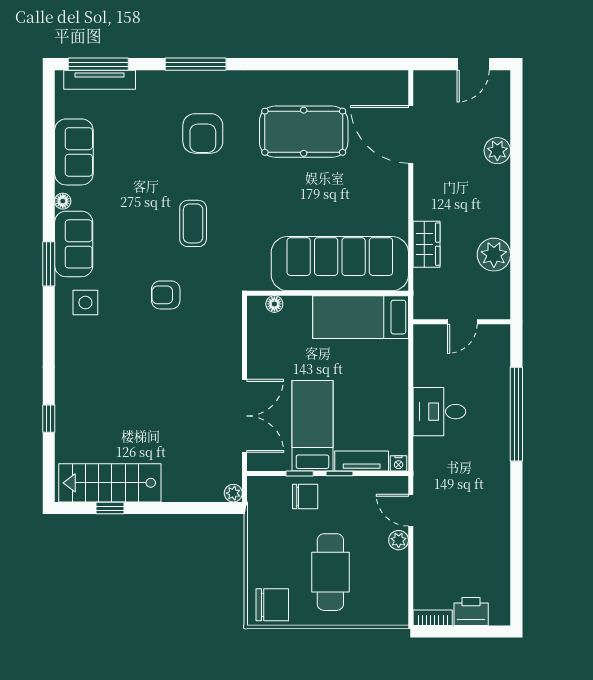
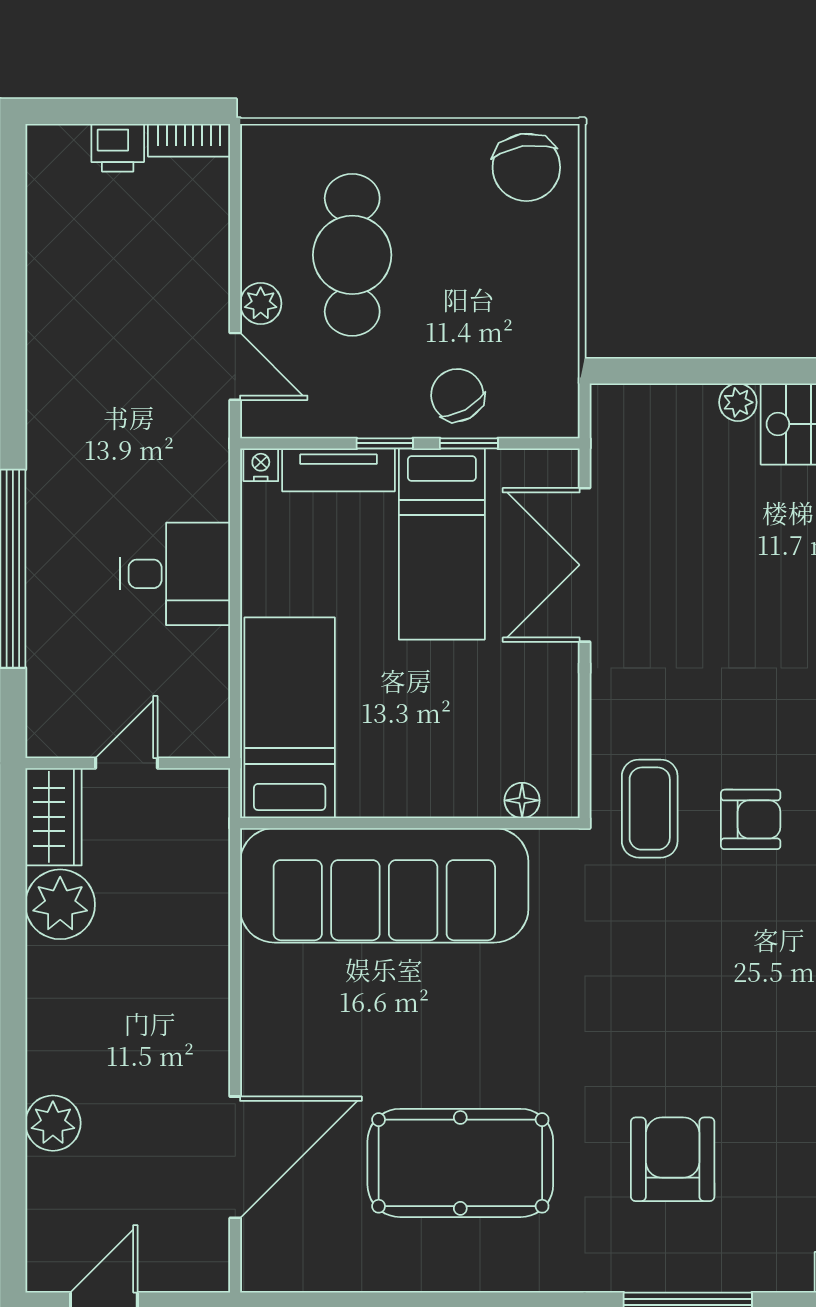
door: (411, 134) -> (235, 1157), hinge flipped
coffee table: (193, 223) -> (650, 809), moved
wardrobe: (427, 244) -> (54, 817), moved, turned 180
bed: (361, 317) -> (290, 718), moved, turned -90
plant: (233, 493) -> (738, 402), moved
chair: (305, 497) -> (457, 395), turned 61
cafe table: (330, 572) -> (352, 255), moved
chair: (272, 605) -> (526, 167), turned -99
printer: (471, 611) -> (118, 148), width x0.73, depth x0.81

